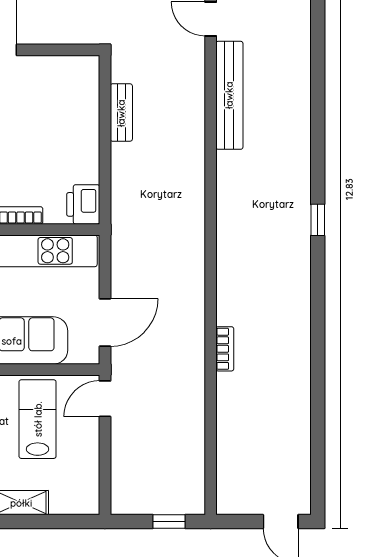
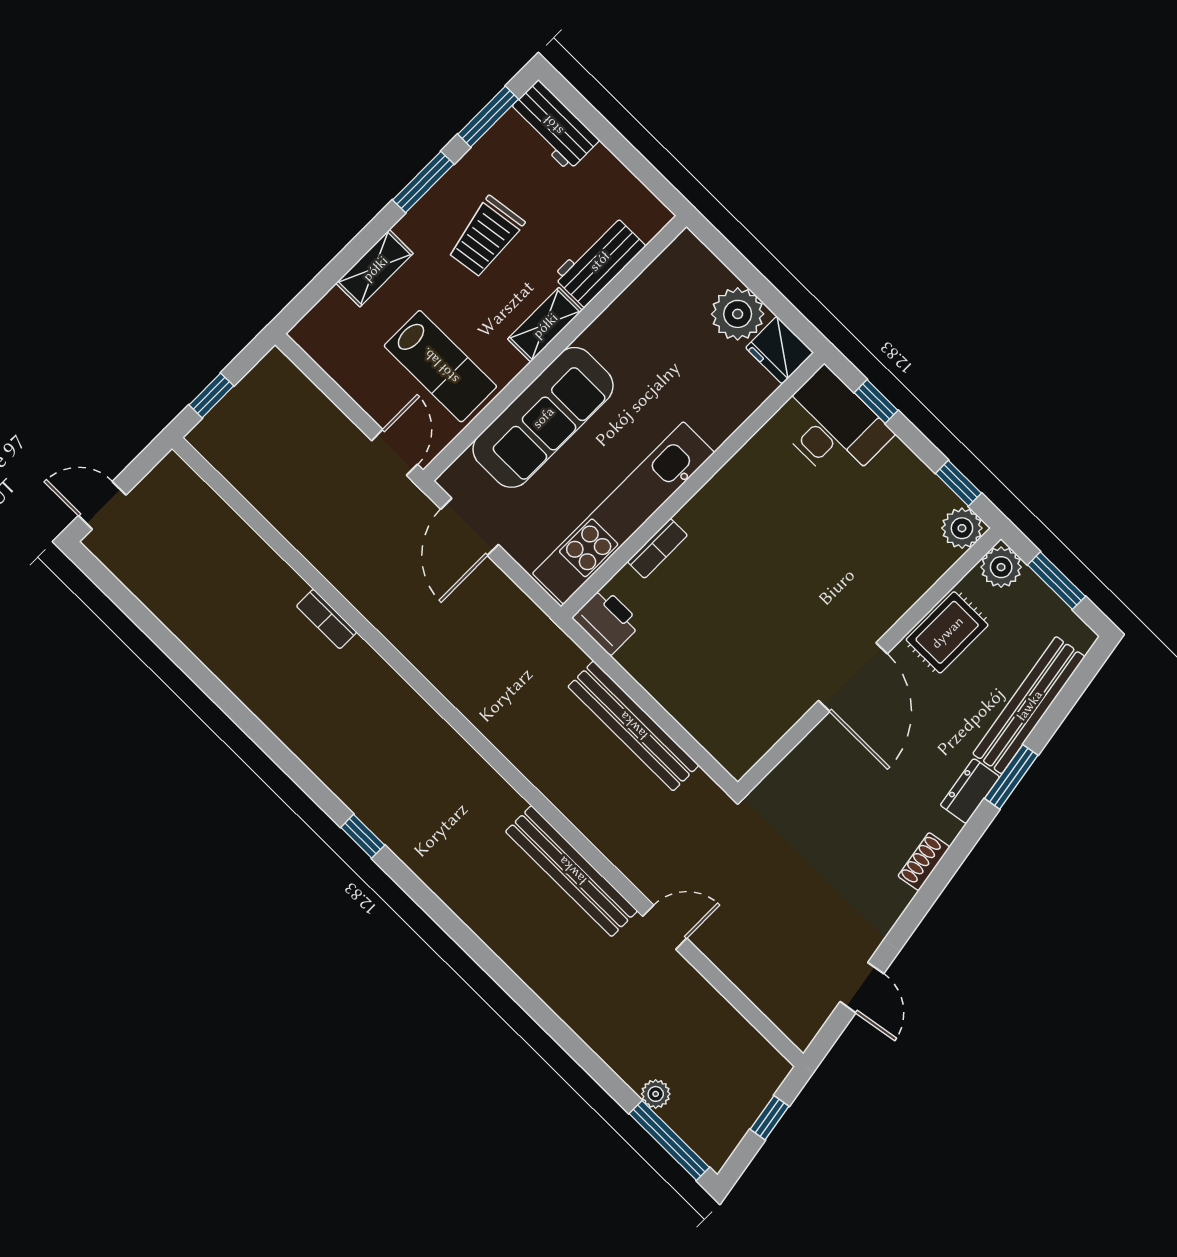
bench: (121, 113) -> (633, 726), width x1.86, depth x1.21

